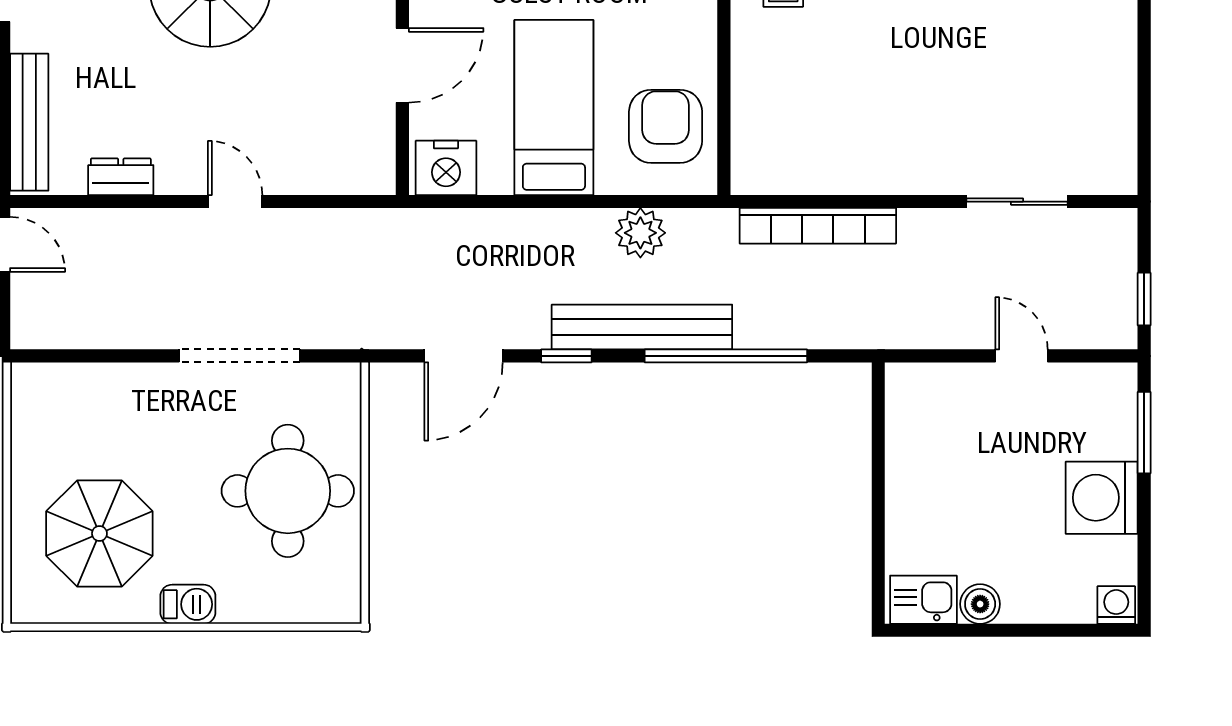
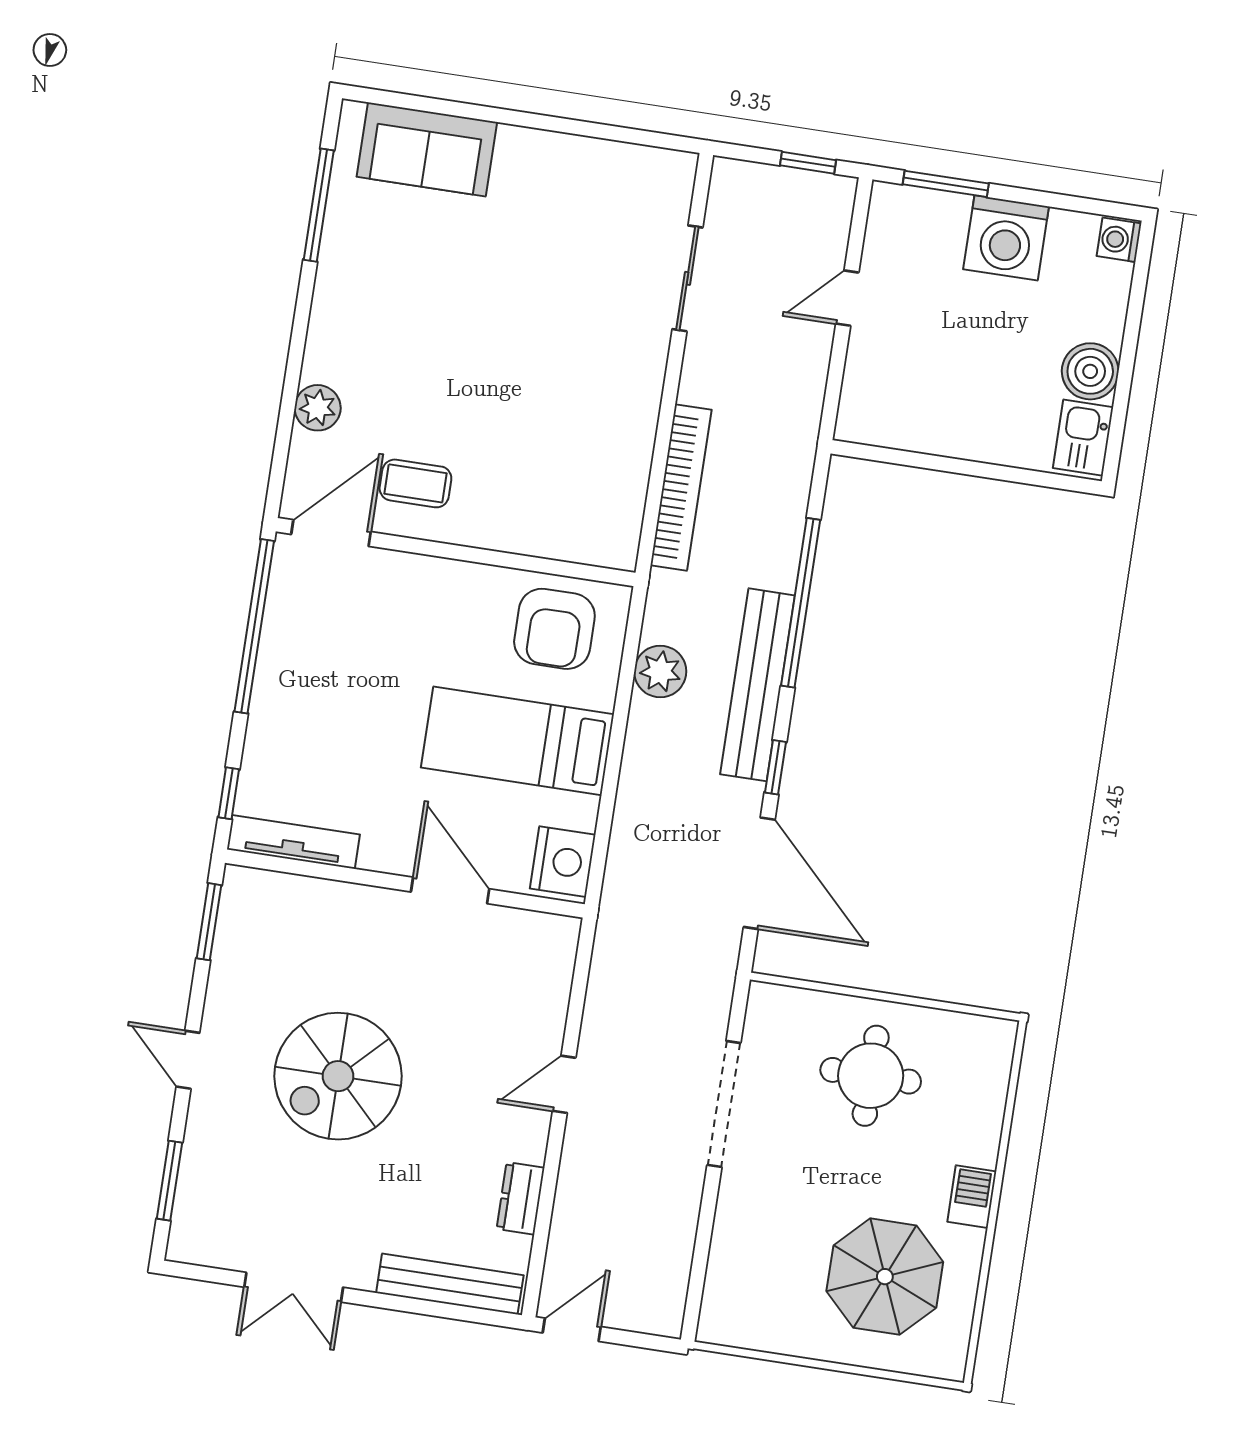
armchair: (666, 126) -> (554, 629), turned -90
door: (464, 356) -> (759, 873), width x1.36
round table: (288, 491) -> (871, 1076), width x0.73, depth x0.73
boiler: (980, 604) -> (1090, 371), width x1.36, depth x1.36

